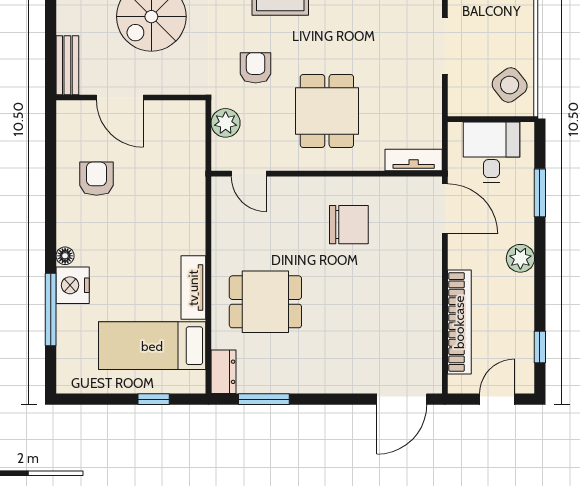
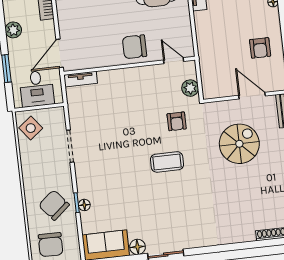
dining table: (327, 111) -> (133, 101), removed
door: (445, 209) -> (60, 53), hinge flipped
chair: (349, 225) -> (135, 47), moved

